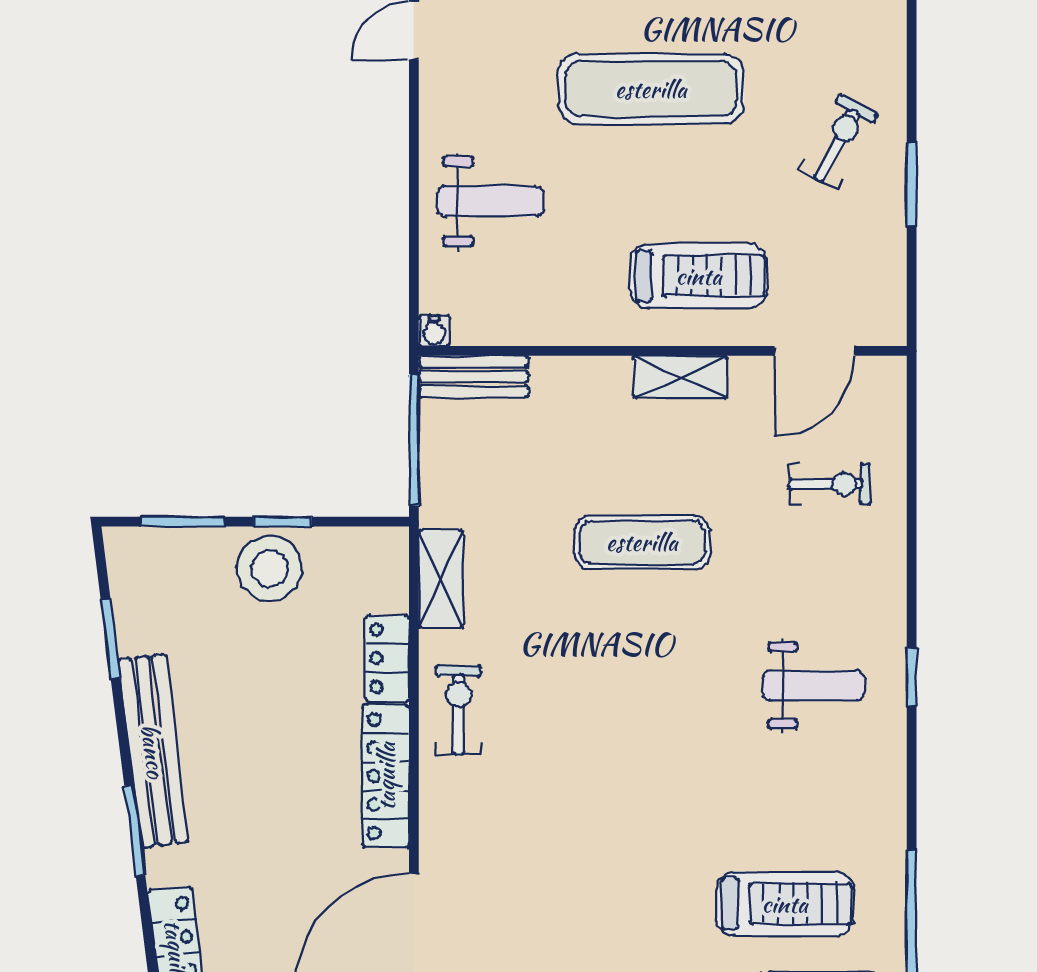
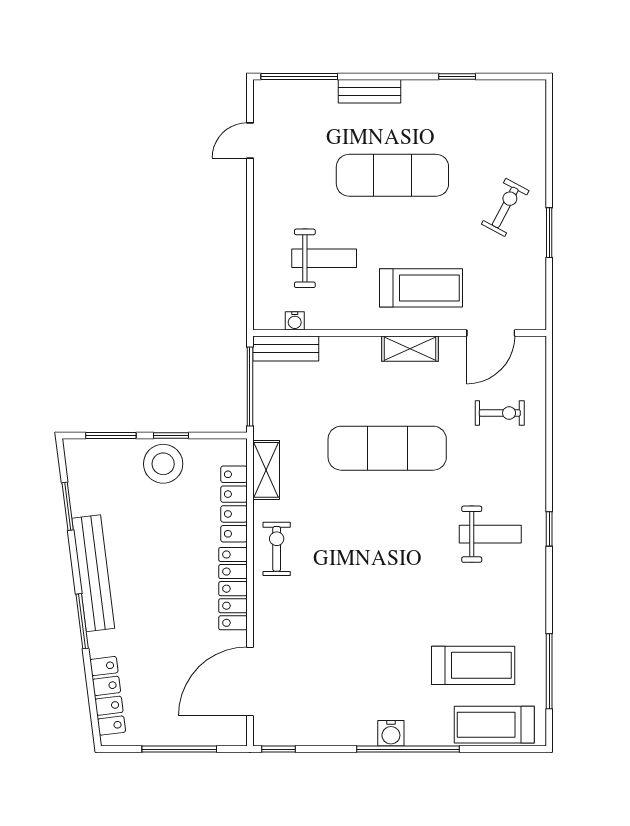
weight bench: (490, 201) -> (324, 258), moved
water cooler: (434, 331) -> (295, 321), moved
exercise mat: (642, 542) -> (387, 448), width x1.36, depth x1.45
locker: (387, 658) -> (234, 504), width x1.53

